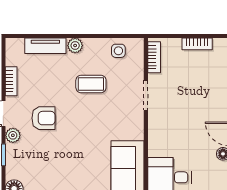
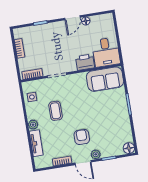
printer: (159, 142) -> (85, 62), added

